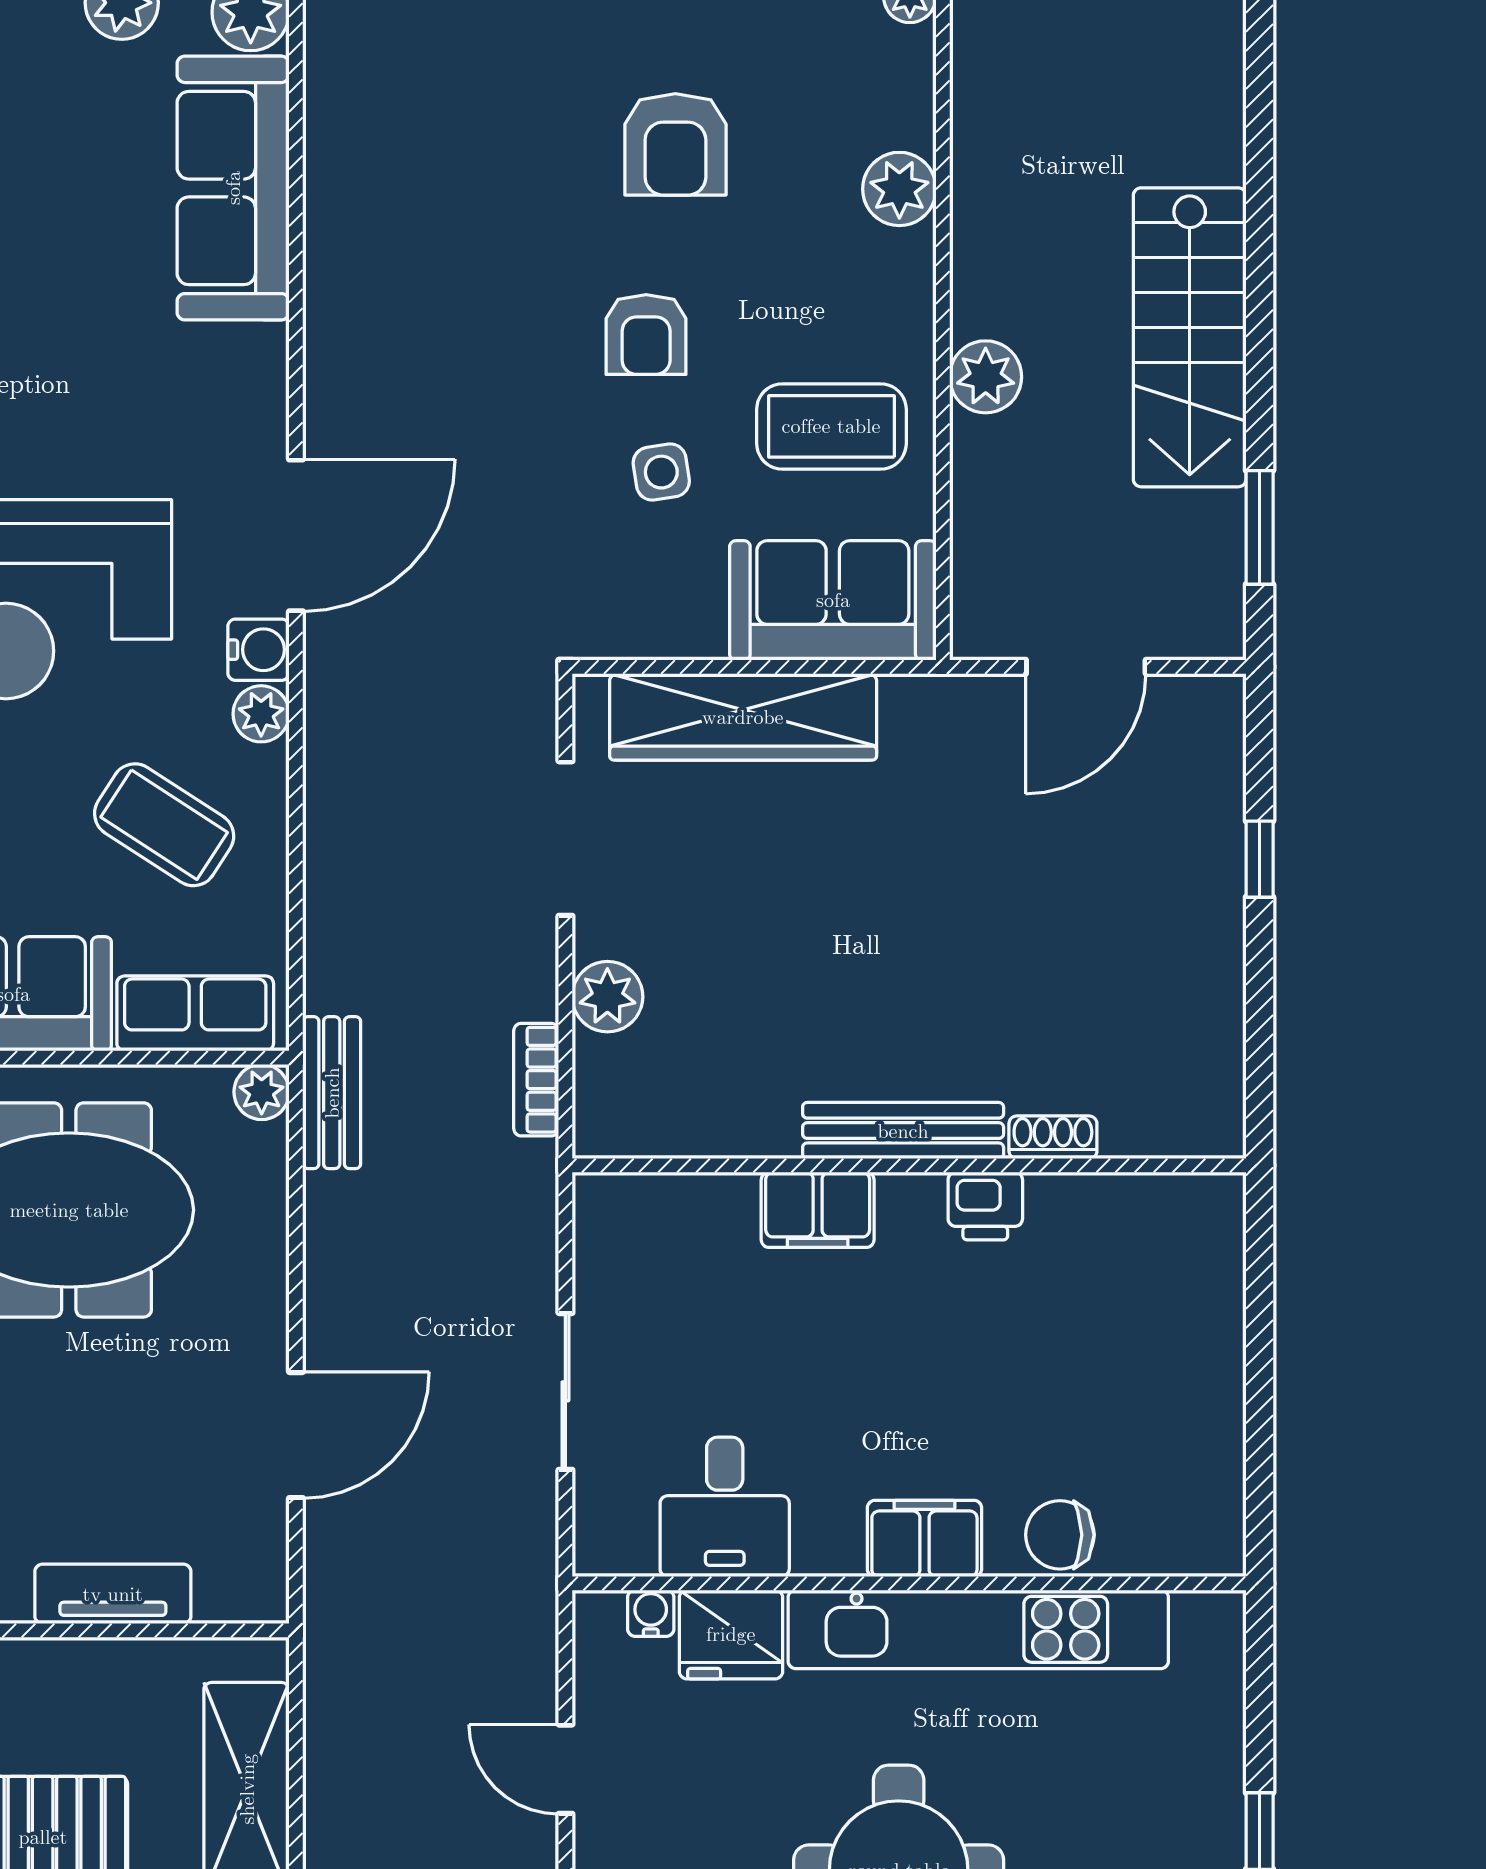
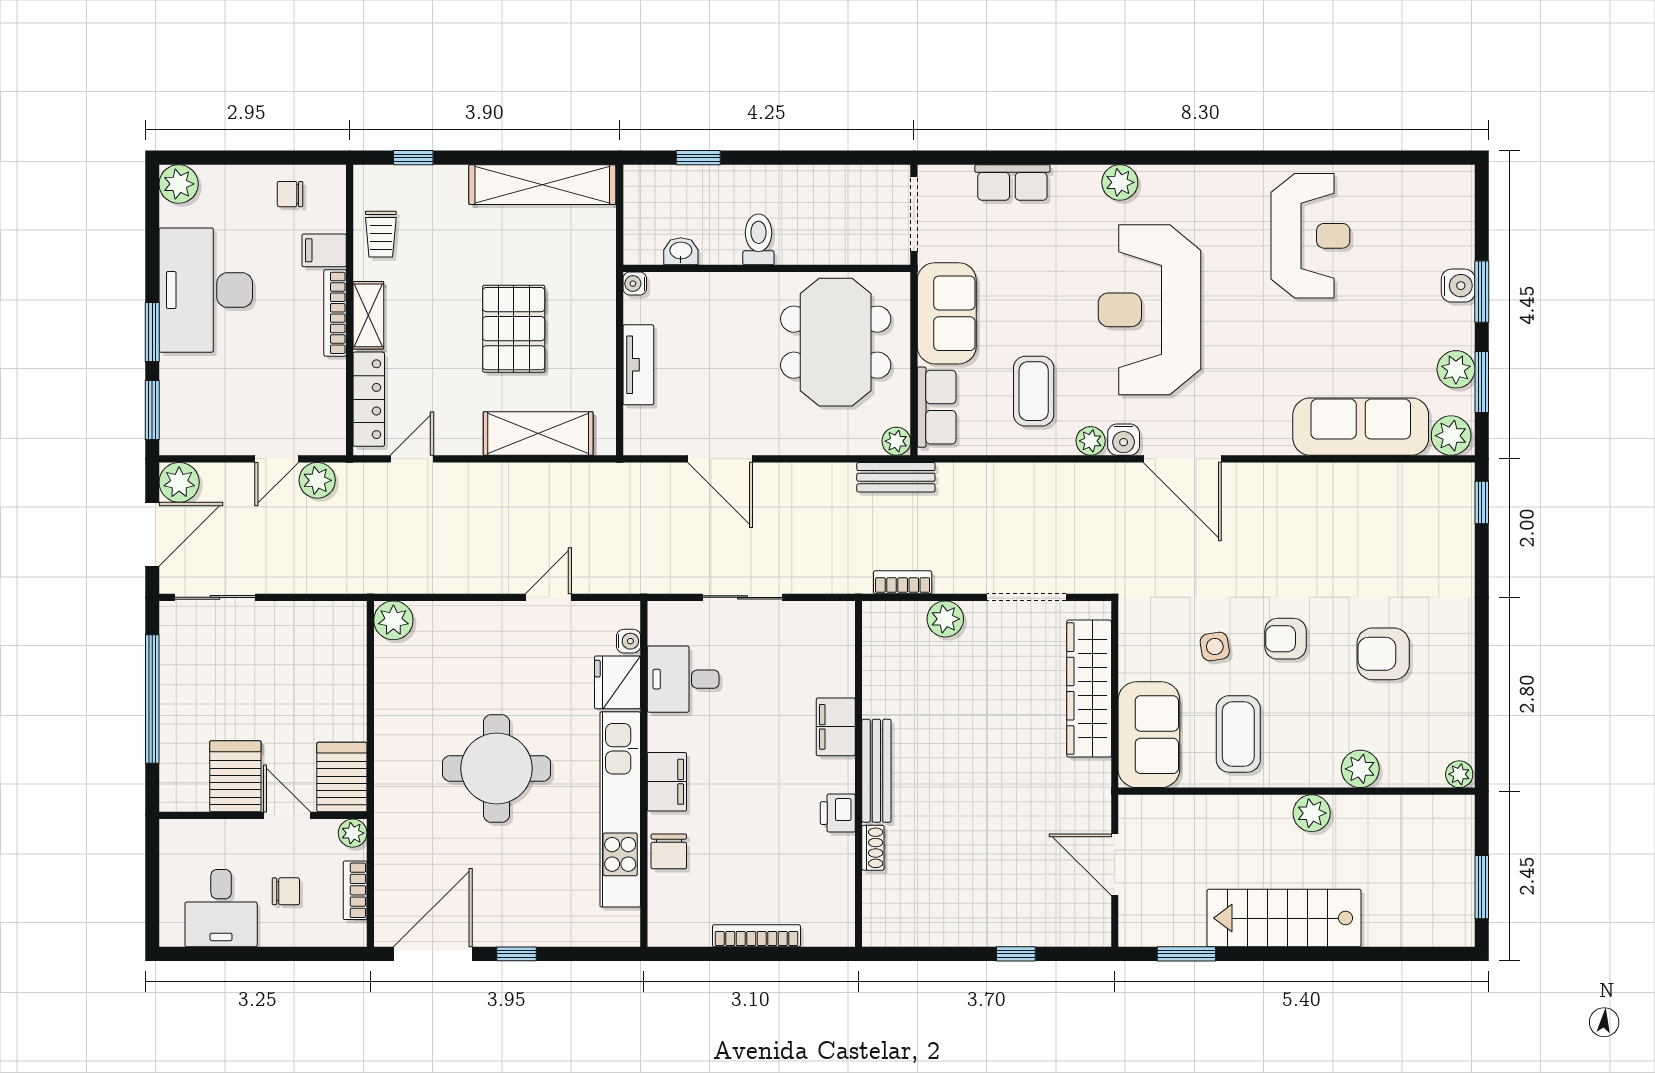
plant: (986, 377) -> (1312, 813), moved
coffee table: (164, 825) -> (1034, 391), turned -33
bookcase: (1224, 1364) -> (756, 936), added
chair: (1060, 1535) -> (669, 851), turned 180

